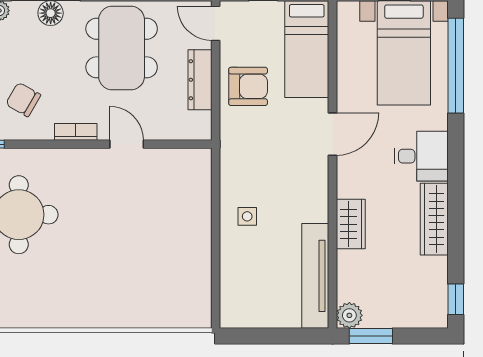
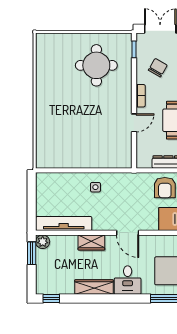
door: (333, 134) -> (128, 233), moved

